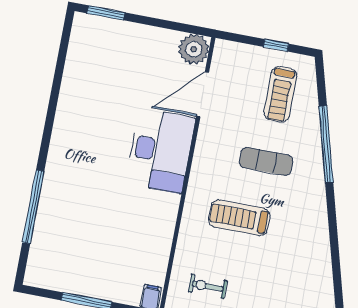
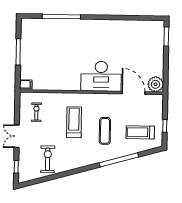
exercise bike: (301, 280) -> (48, 159), added

